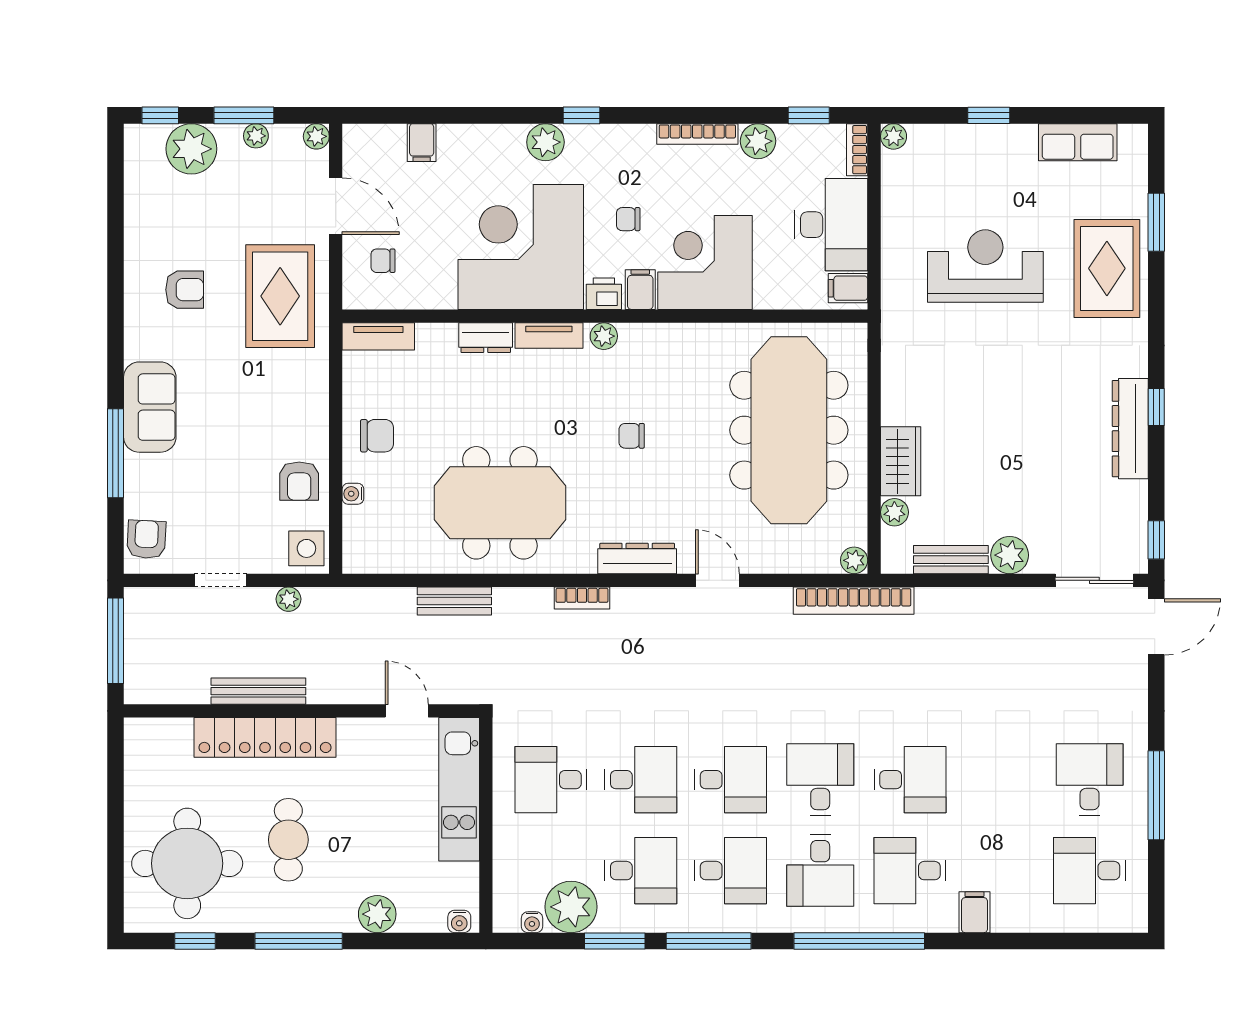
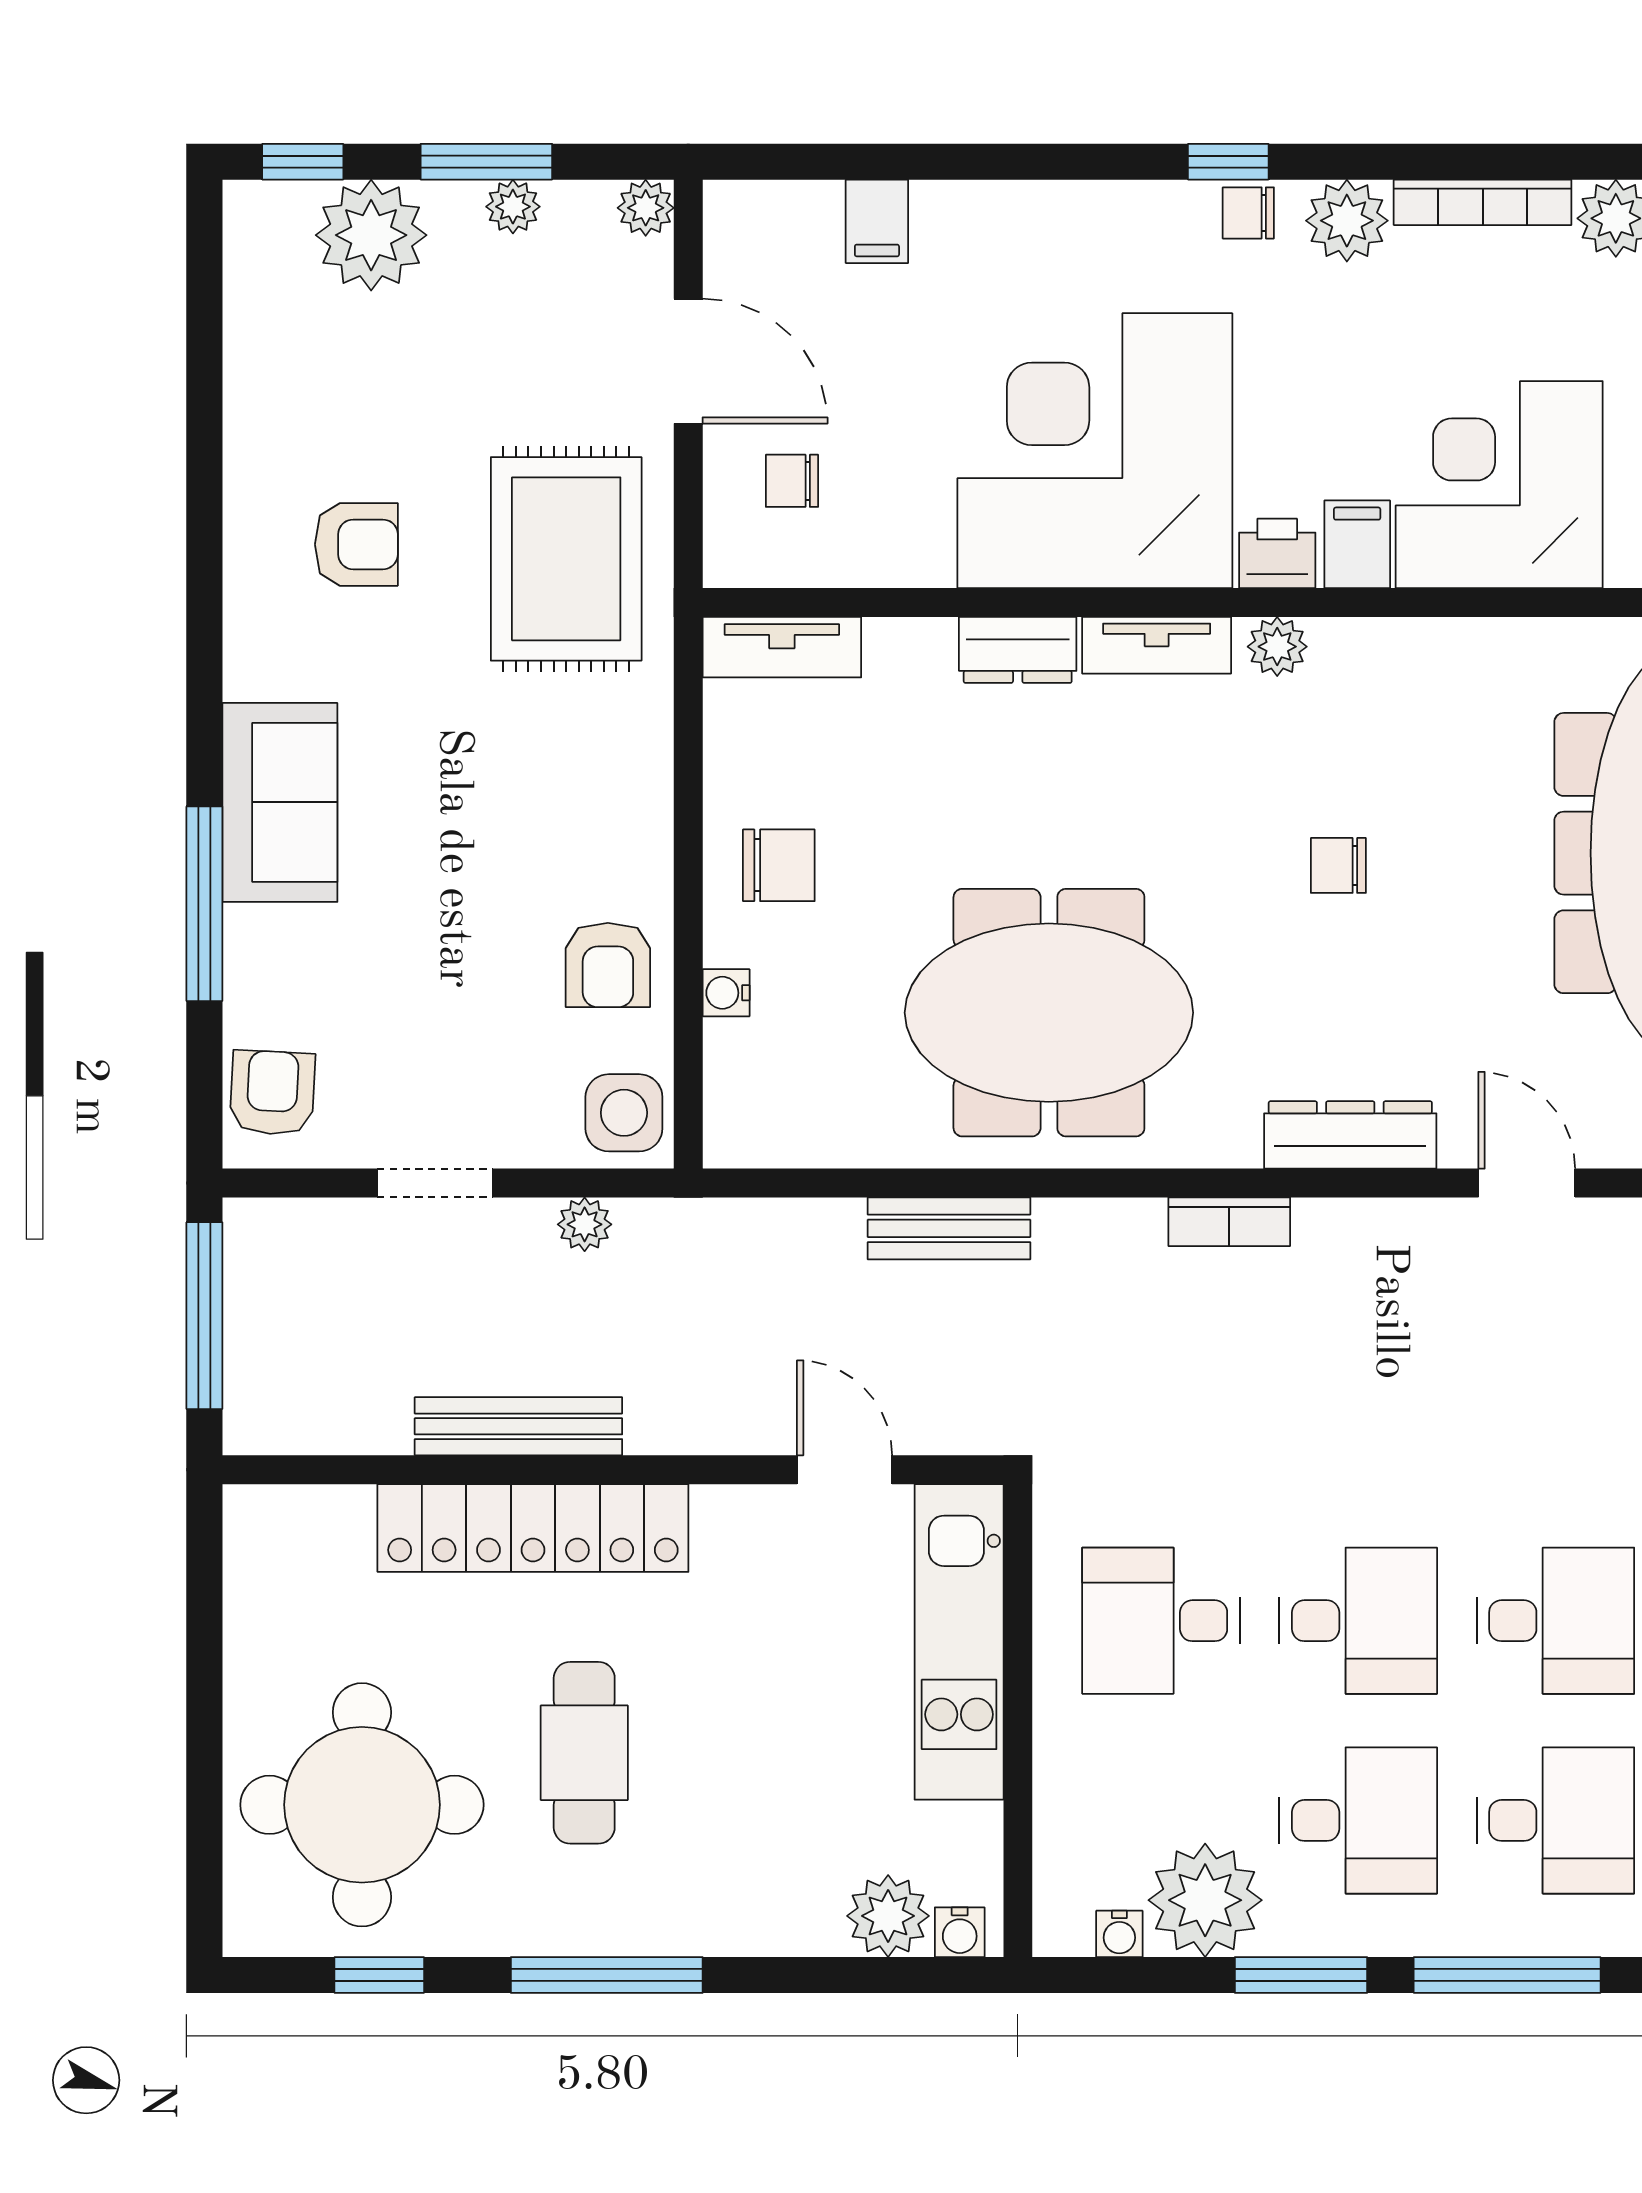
plant: (545, 142) -> (1347, 221), moved
chair: (628, 219) -> (1248, 213), moved
plant: (377, 914) -> (888, 1916), moved

